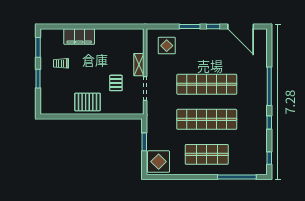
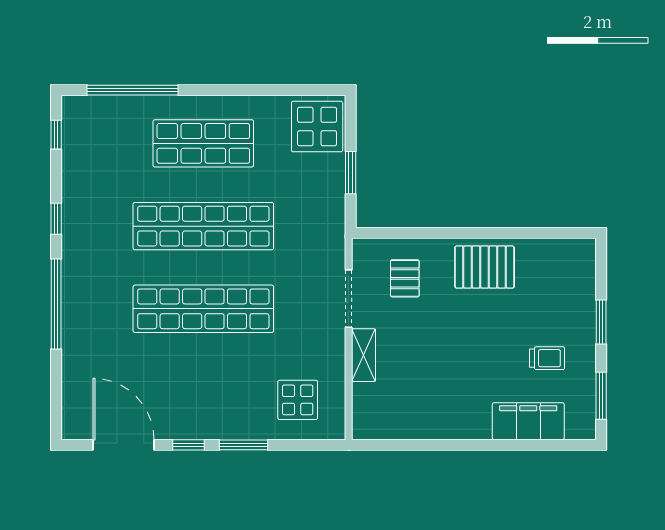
filing cabinet: (79, 37) -> (528, 421), moved
pallet: (116, 83) -> (405, 278), moved

